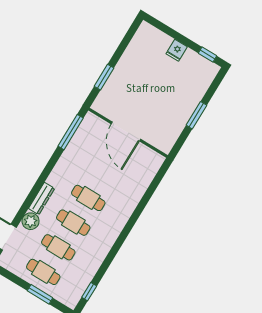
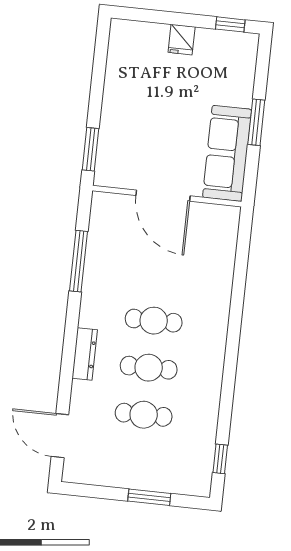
window: (104, 77) -> (90, 149), moved
sofa: (172, 125) -> (227, 153), added
window: (71, 132) -> (79, 261), moved
plant: (31, 221) -> (84, 395), removed
cafe table: (43, 272) -> (139, 462), removed

